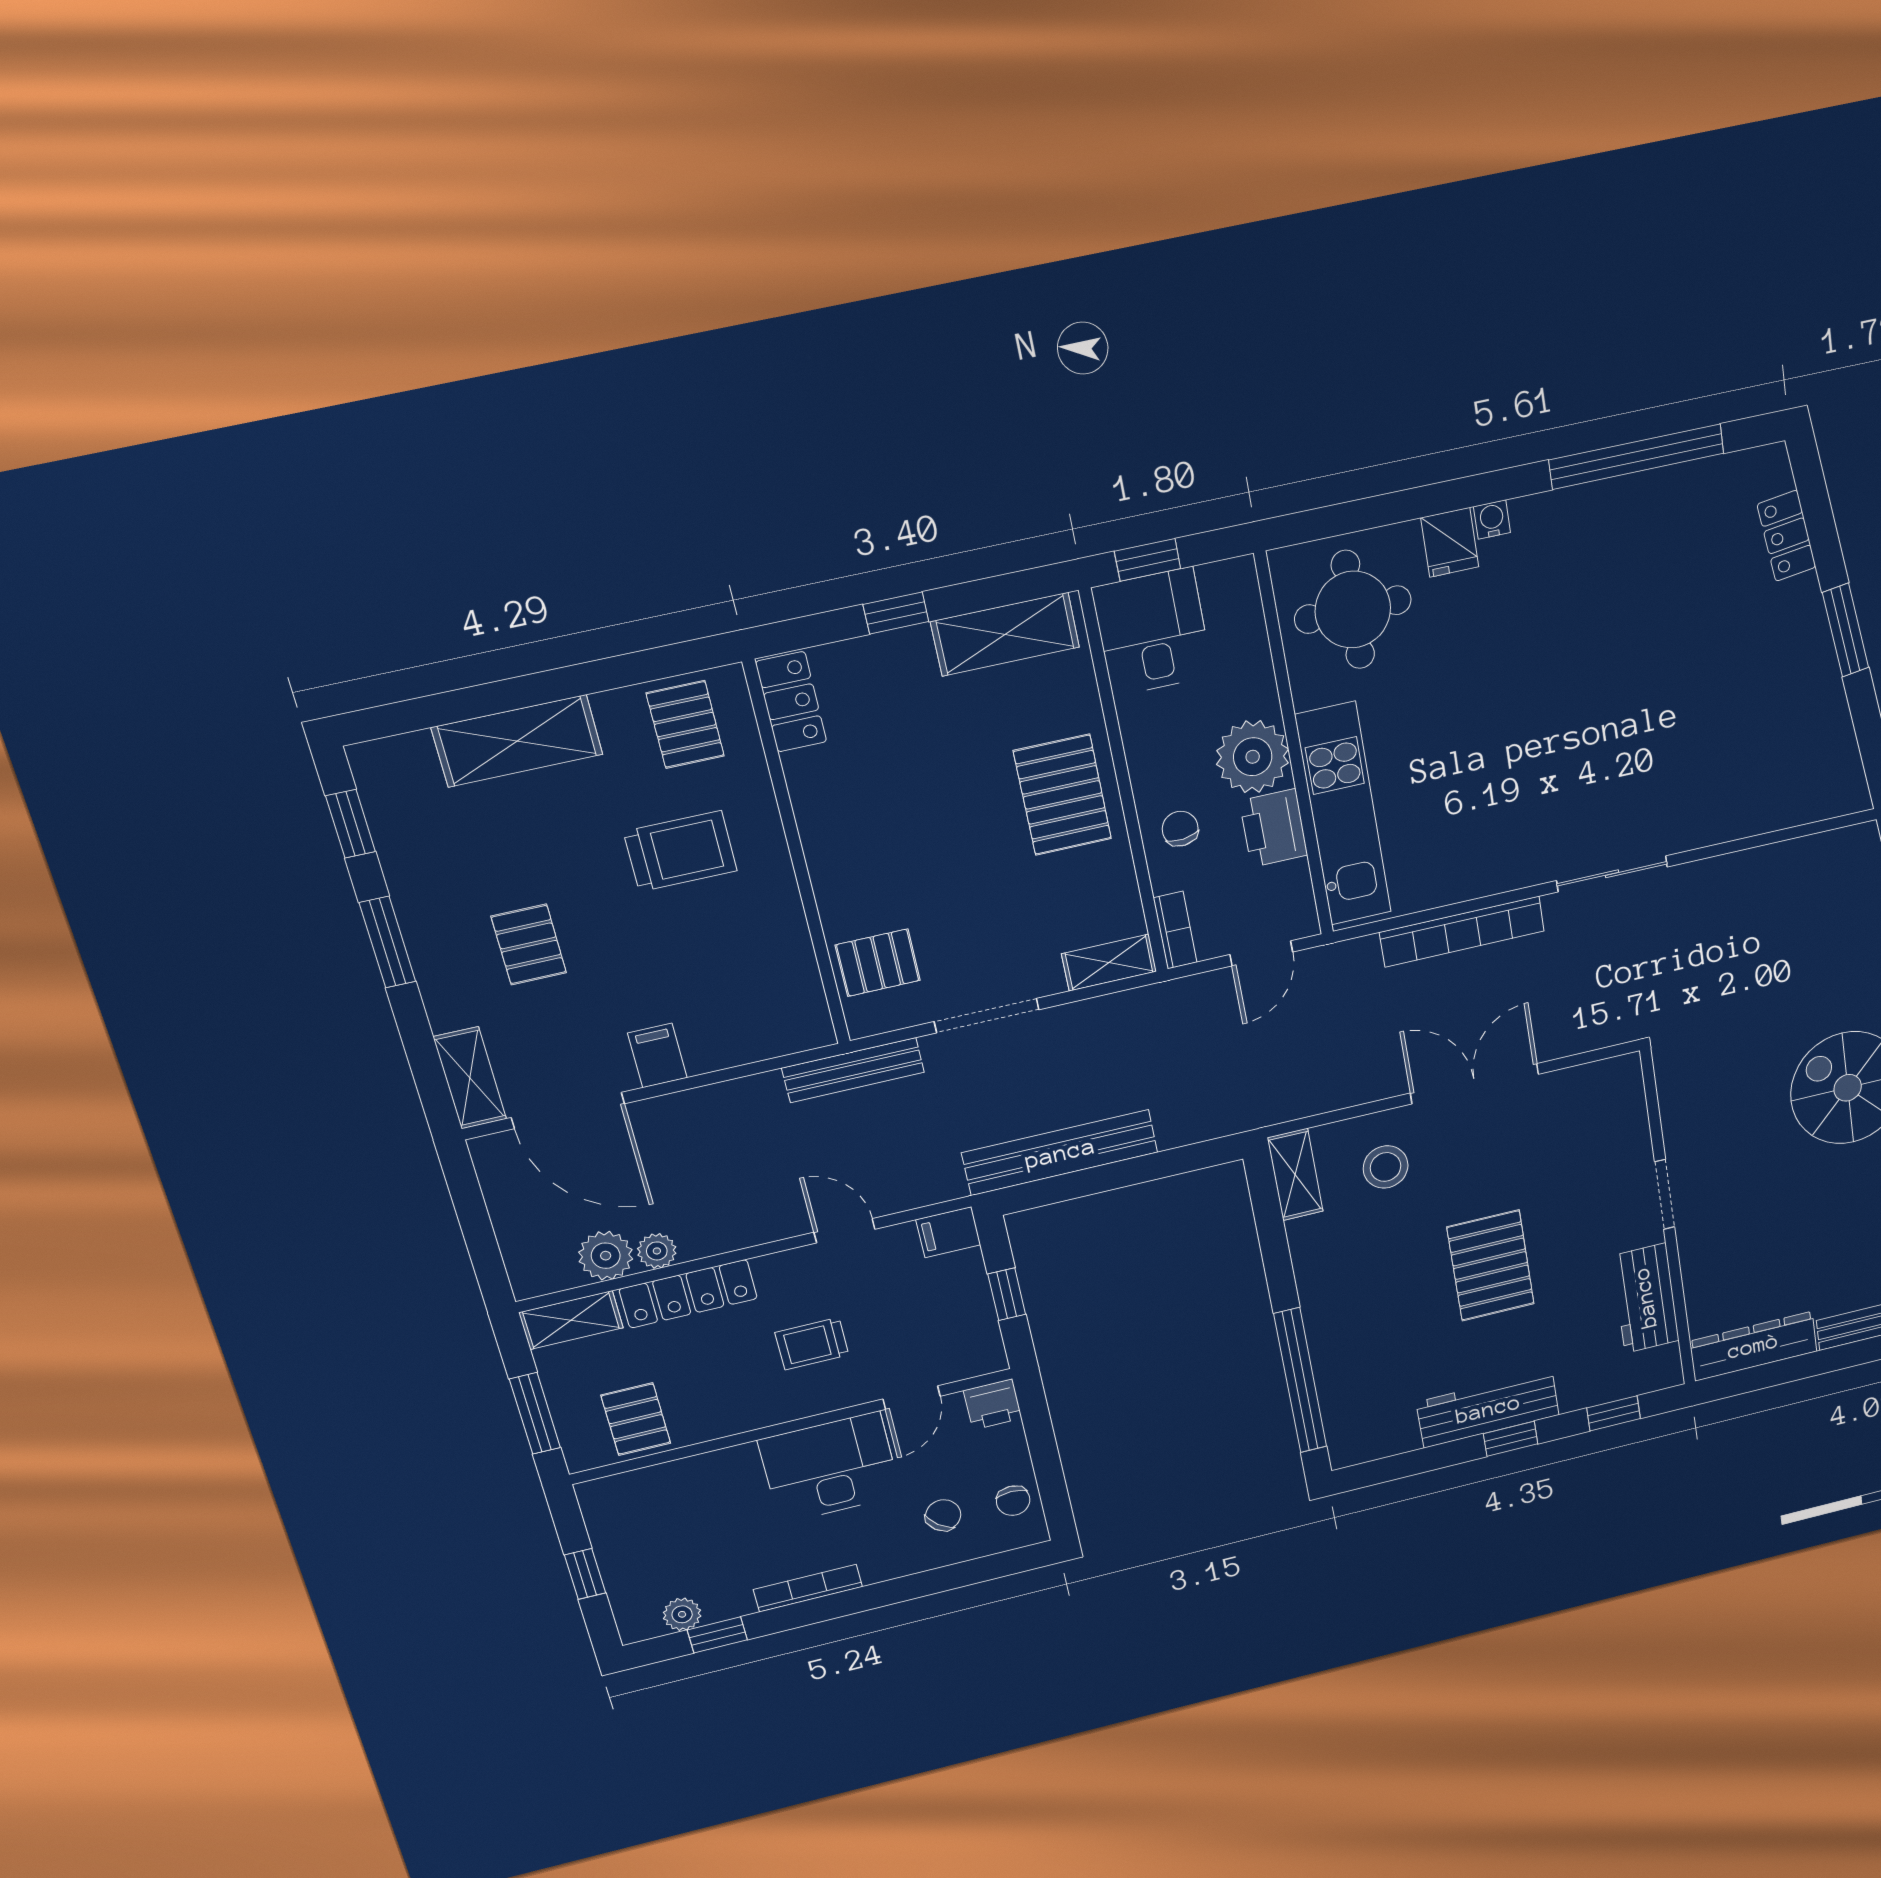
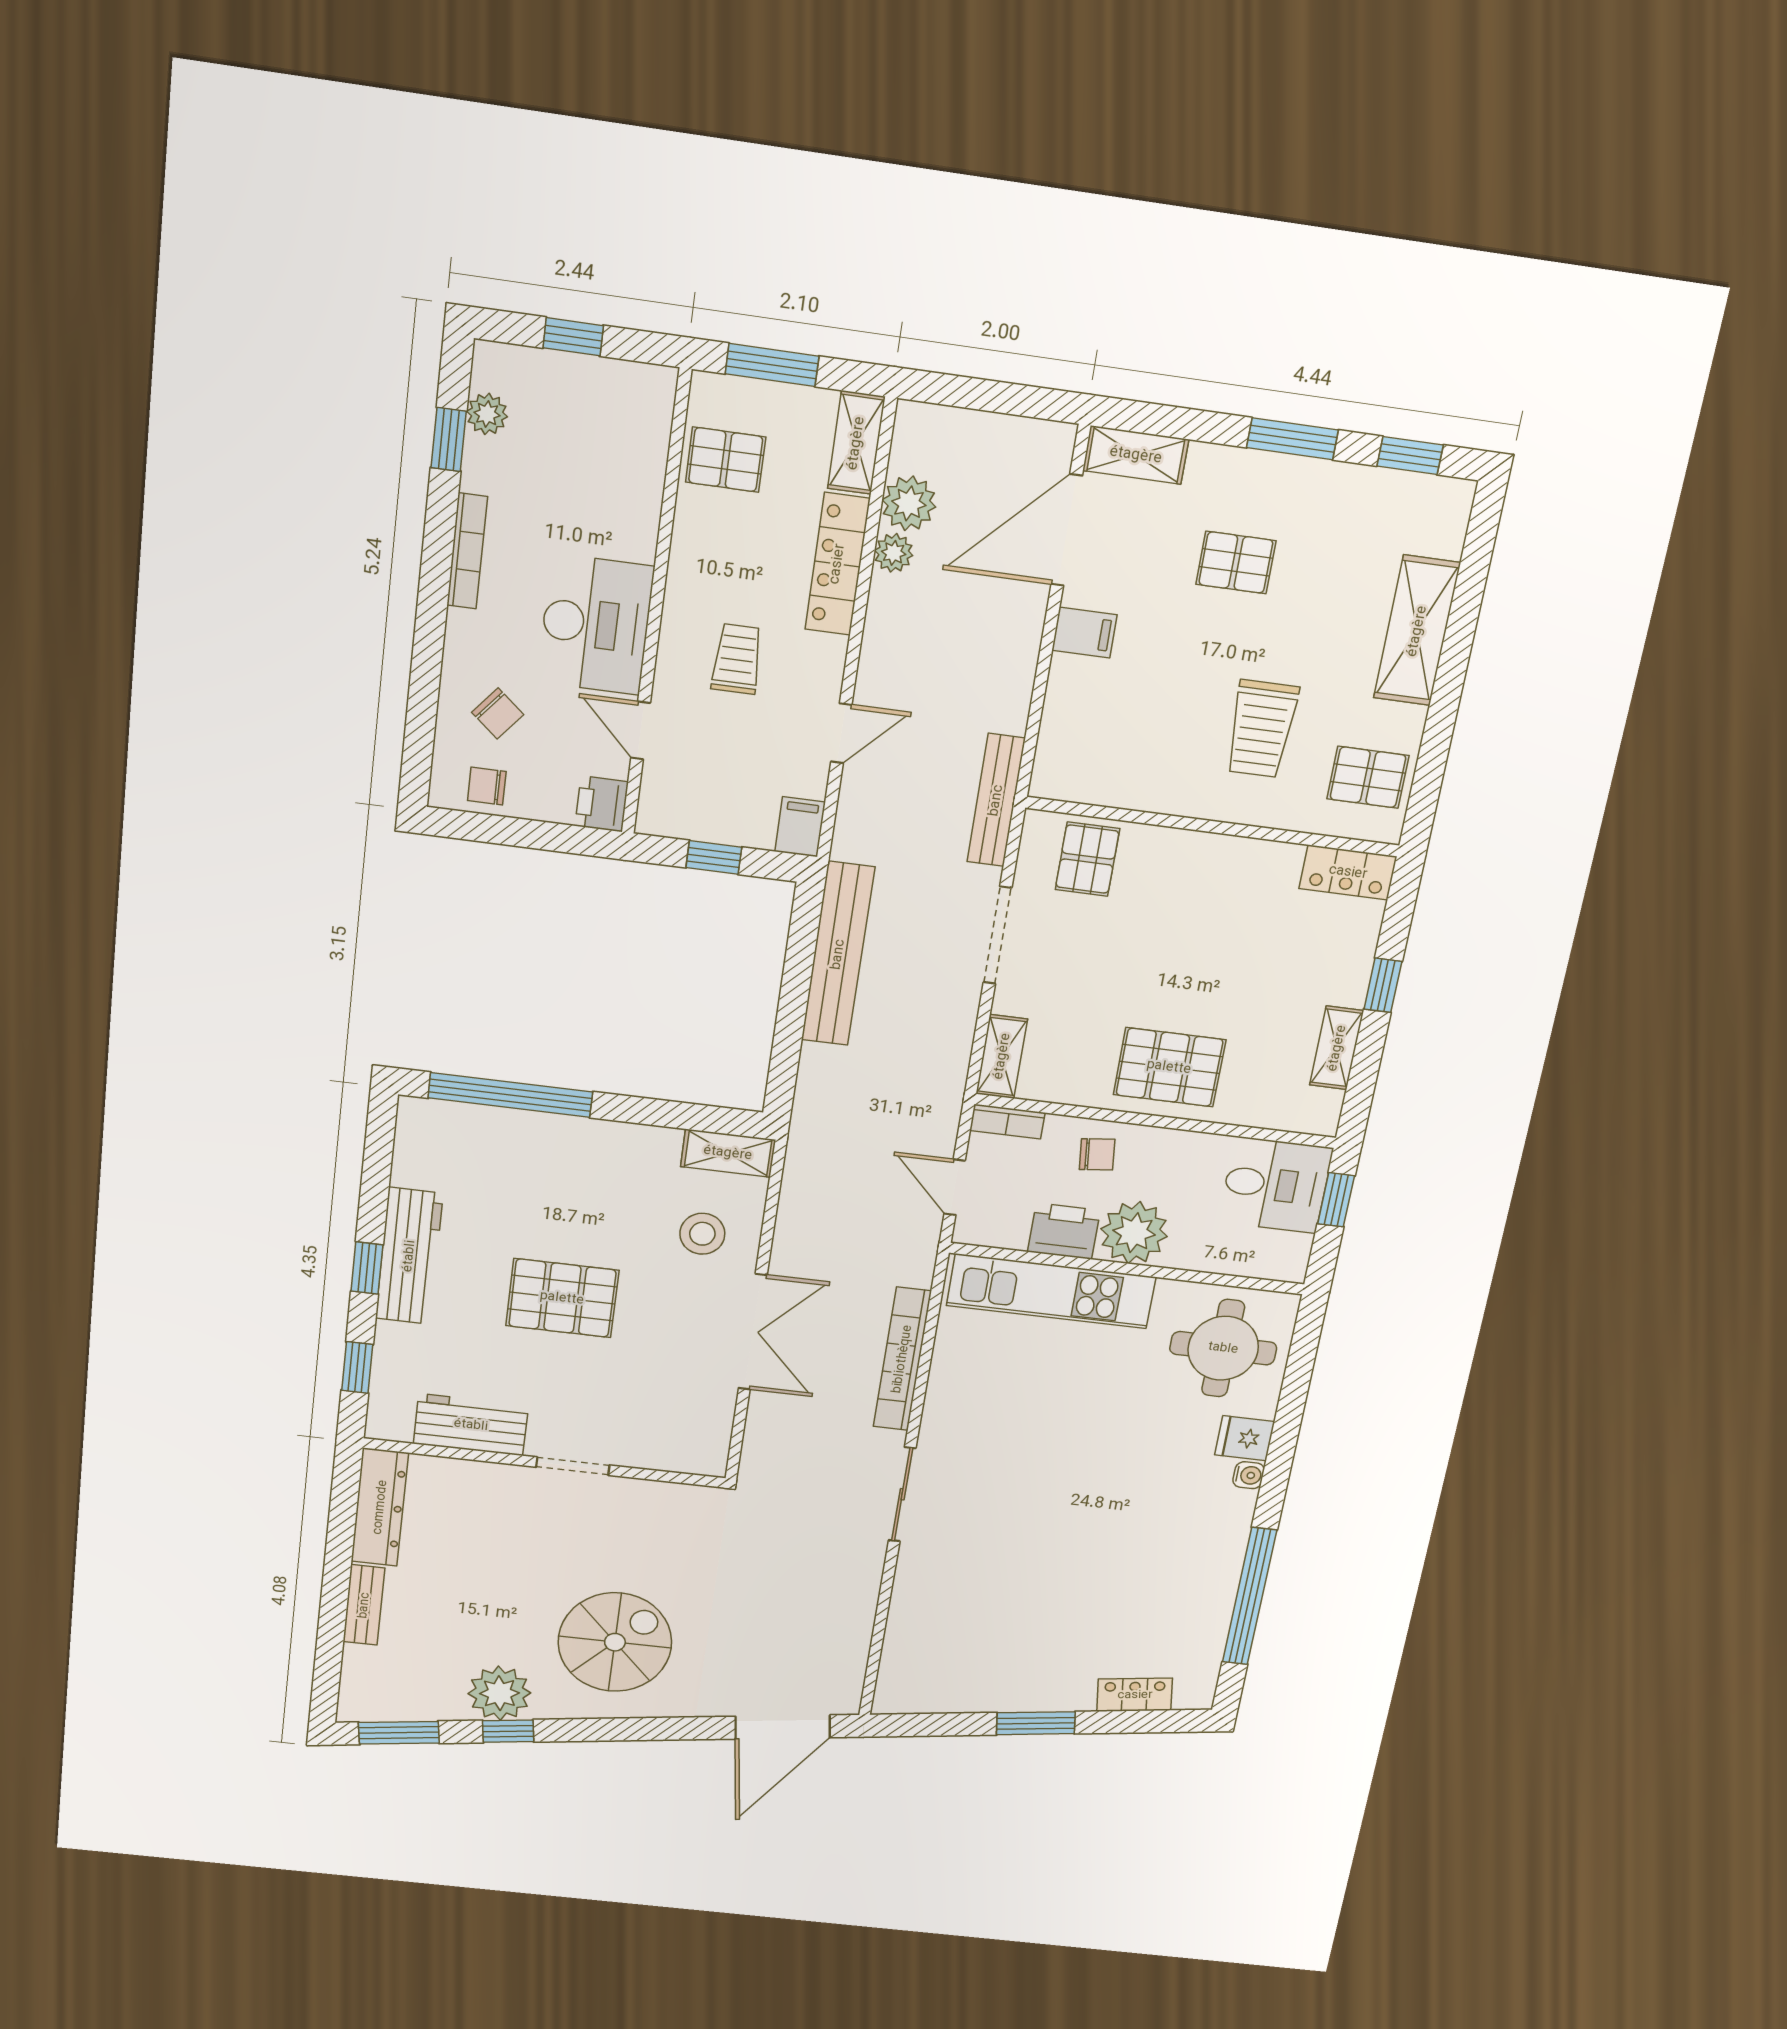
shelving: (1005, 634) -> (1337, 1048), width x0.67, depth x0.75

